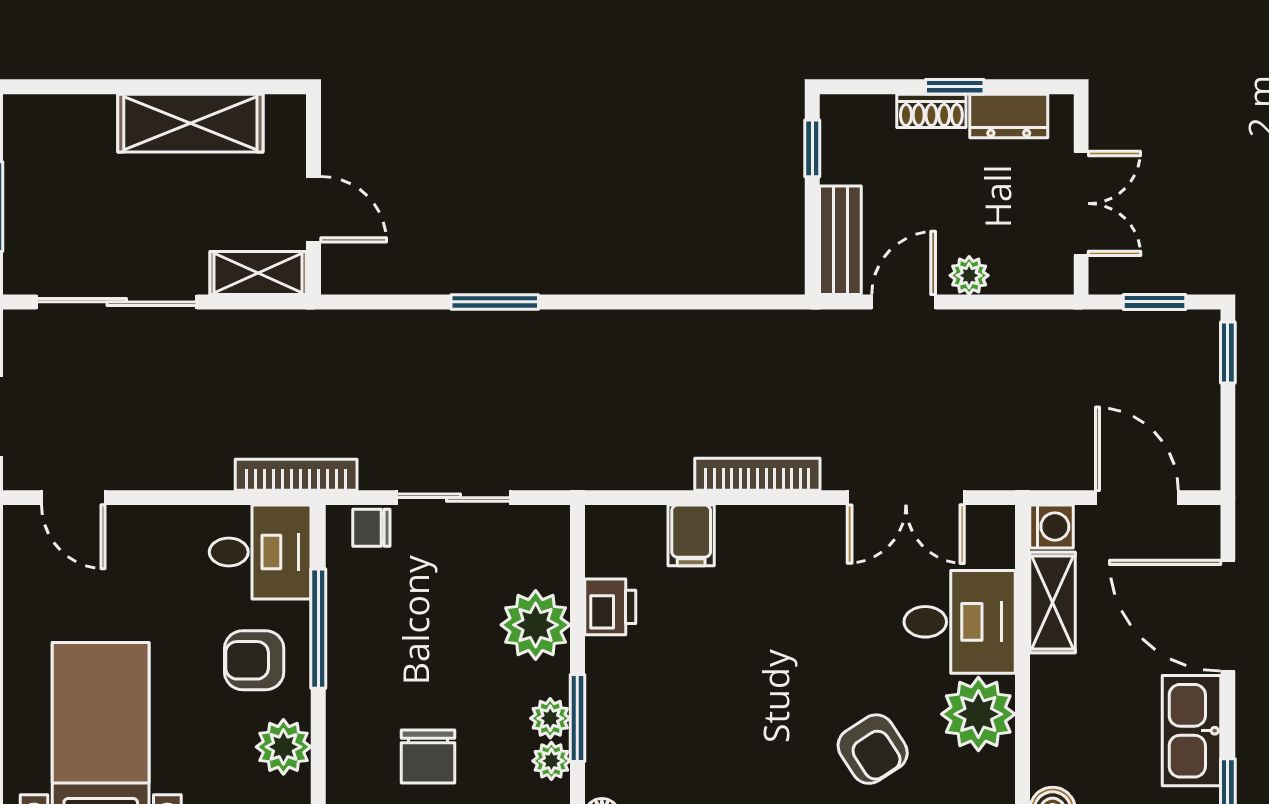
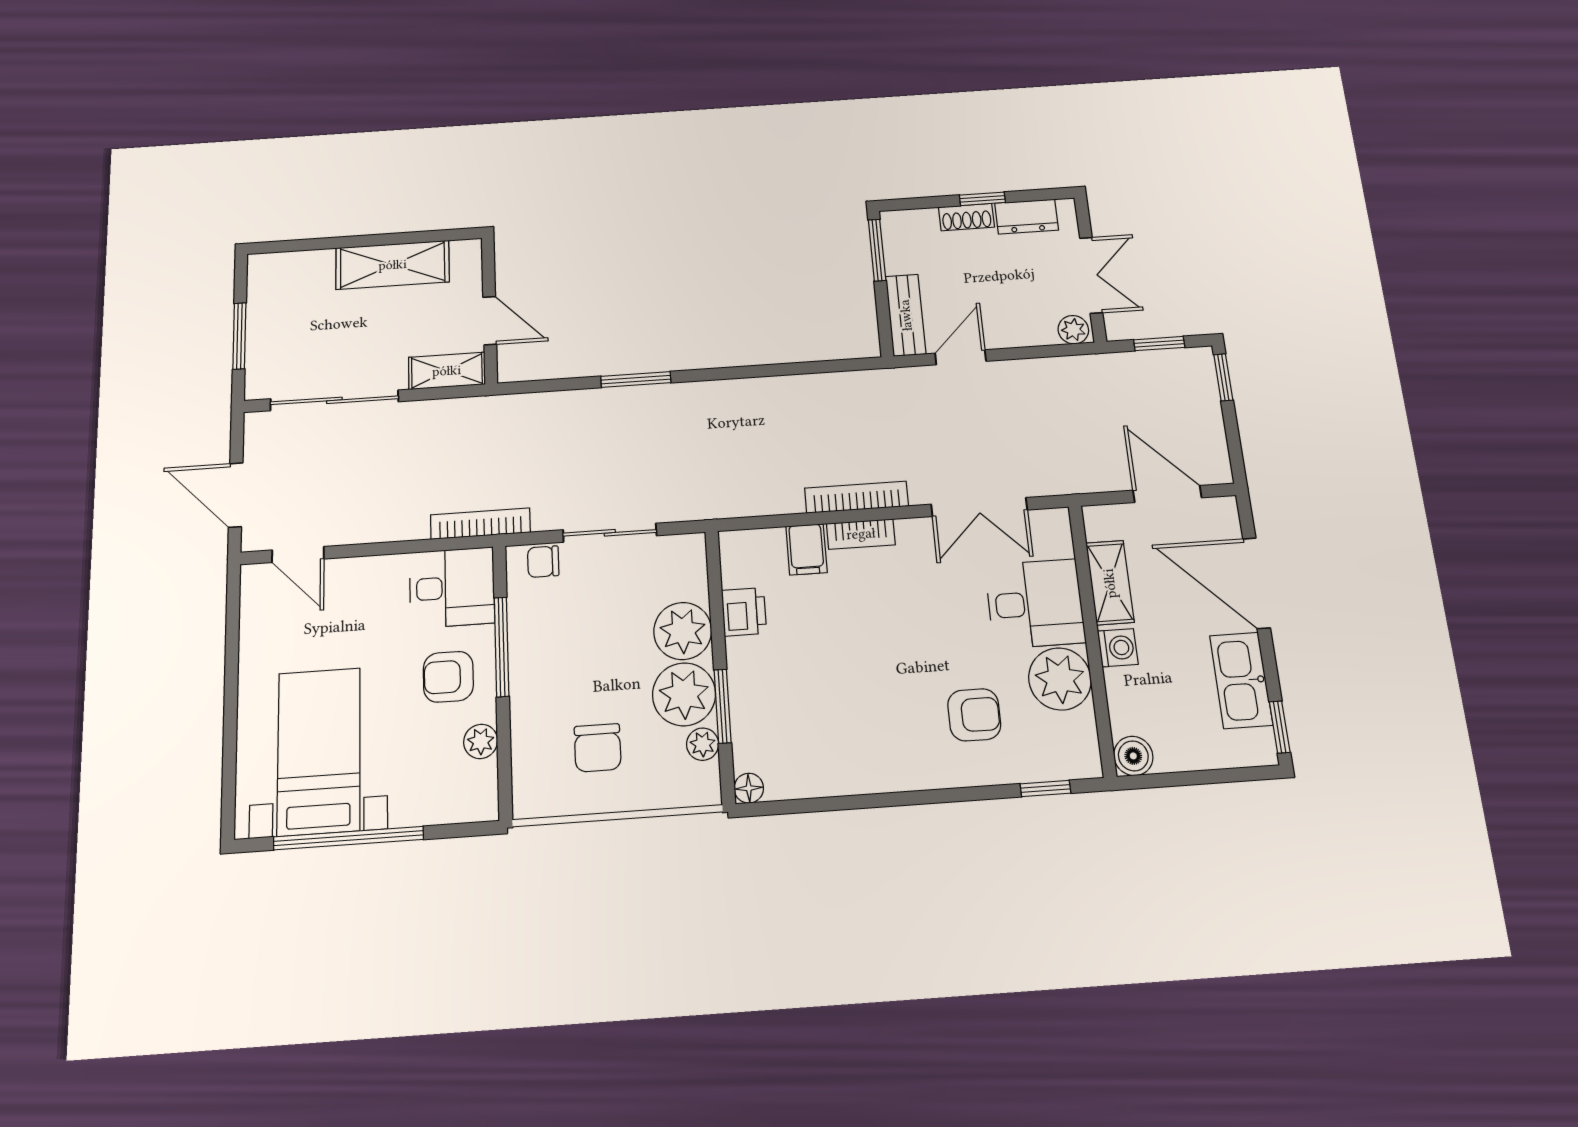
window: (812, 148) -> (877, 250), width x1.50
plant: (969, 275) -> (1073, 330), moved
bookcase: (759, 521) -> (861, 534), added
washing machine: (1051, 527) -> (1118, 648), moved
plant: (550, 718) -> (684, 694), width x1.88, depth x1.88
plant: (283, 747) -> (481, 741), width x0.73, depth x0.73
armchair: (873, 749) -> (974, 715), turned -57

